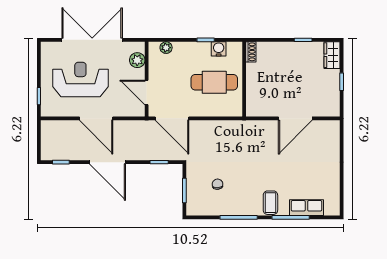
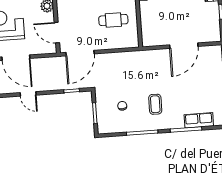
cafe table: (214, 82) -> (113, 20), width x0.73, depth x0.74
door: (172, 118) -> (80, 53), hinge flipped
door: (107, 162) -> (28, 94), width x0.53
coffee table: (270, 203) -> (155, 104), moved

